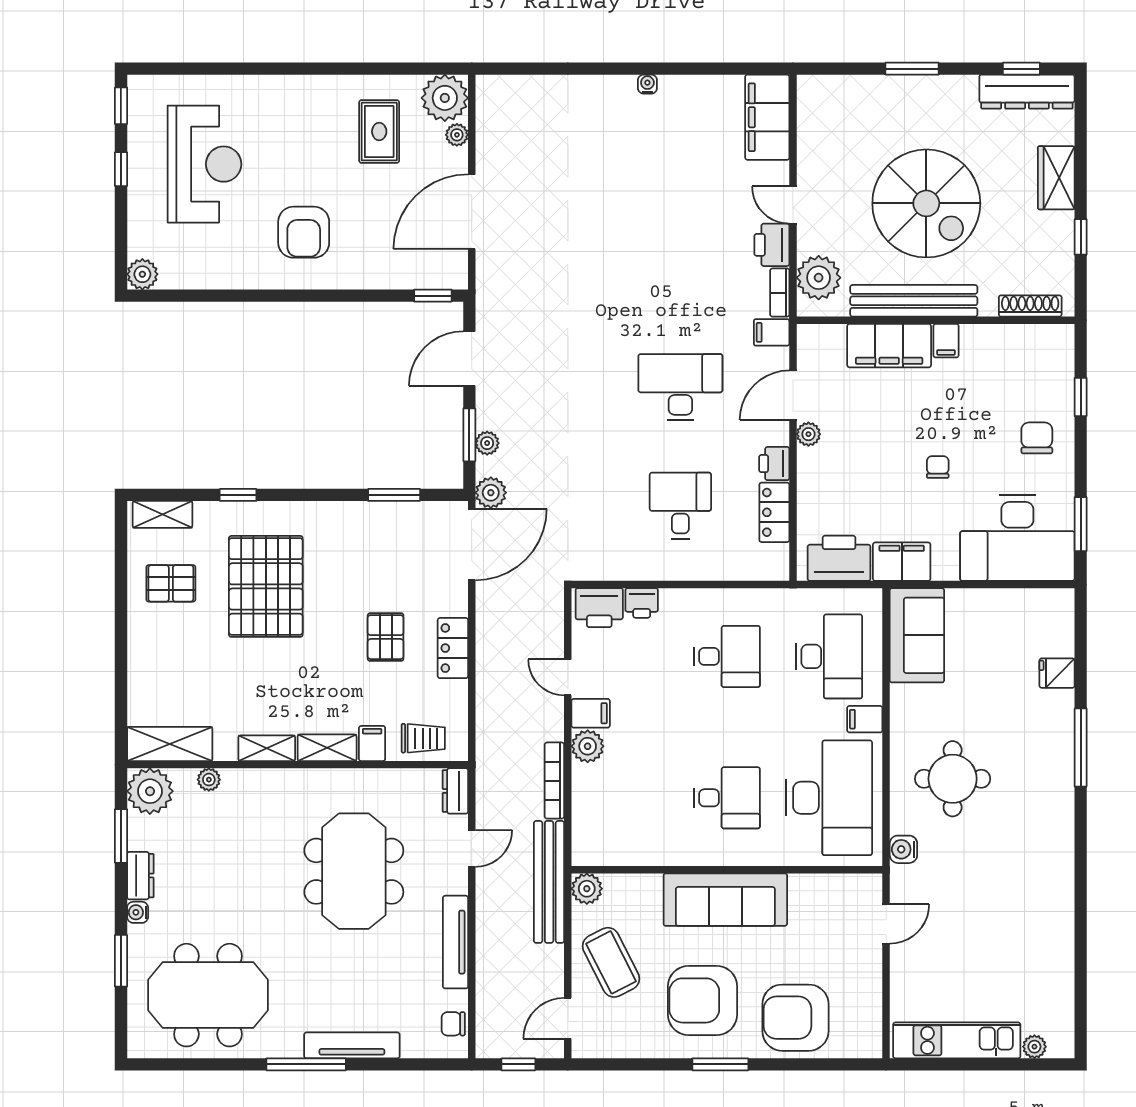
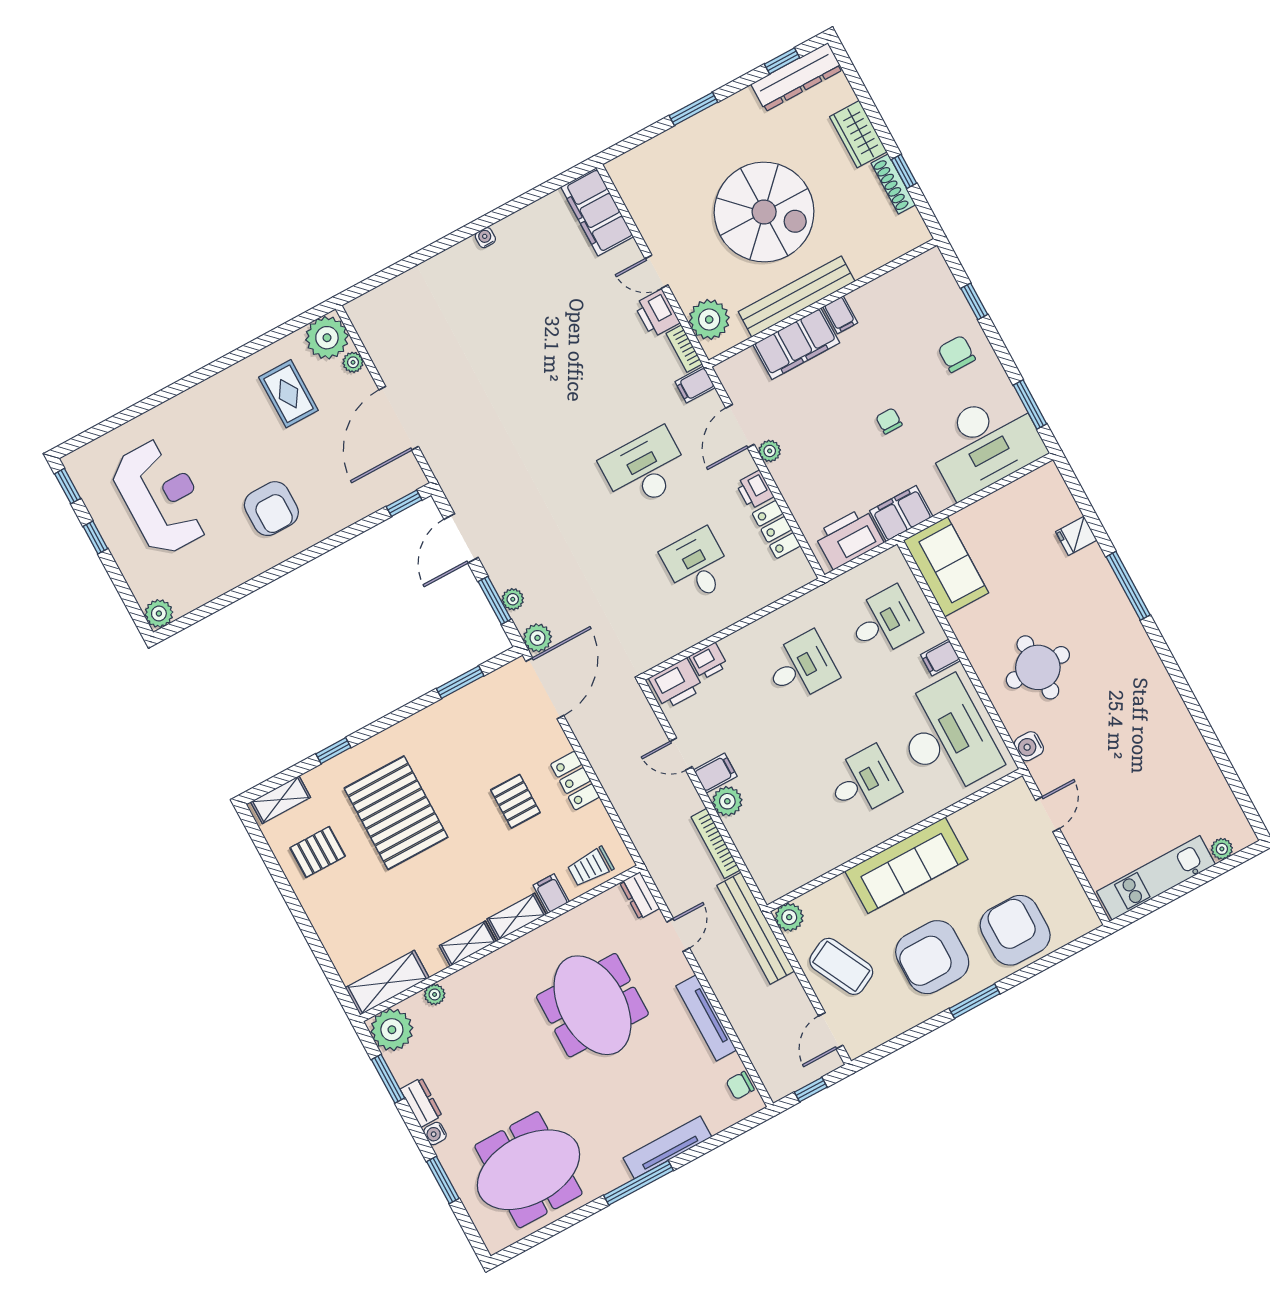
shoe rack: (1030, 306) -> (893, 184), moved, turned -90
desk: (829, 656) -> (884, 622), width x0.73
trolley: (423, 738) -> (590, 867), turned 180
armchair: (795, 1018) -> (1015, 930), turned 90

